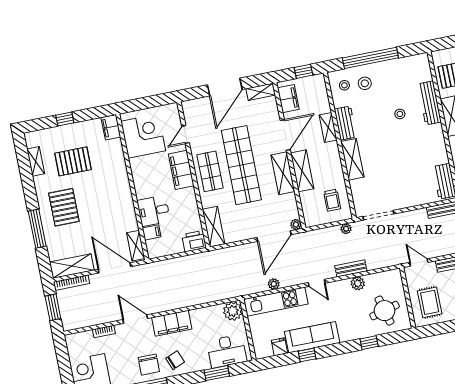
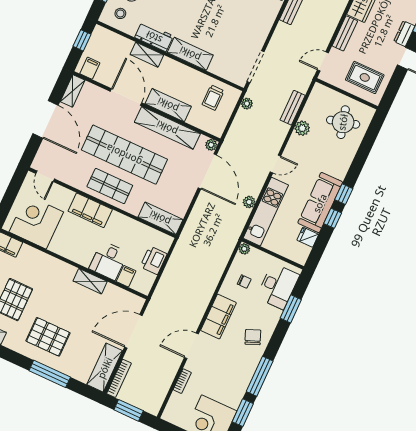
filing cabinet: (288, 99) -> (90, 68), width x0.50
door: (185, 135) -> (45, 176), moved
shelving: (283, 173) -> (167, 128), width x1.47
trolley: (332, 200) -> (213, 98), turned 90
printer: (194, 241) -> (154, 260), moved
shelving: (136, 246) -> (90, 281), moved
bench: (351, 268) -> (293, 108), moved
plant: (233, 311) -> (244, 249), width x0.53, depth x0.53
window: (369, 343) -> (344, 194), moved
chair: (149, 365) -> (244, 282), moved, width x0.54, depth x0.54

